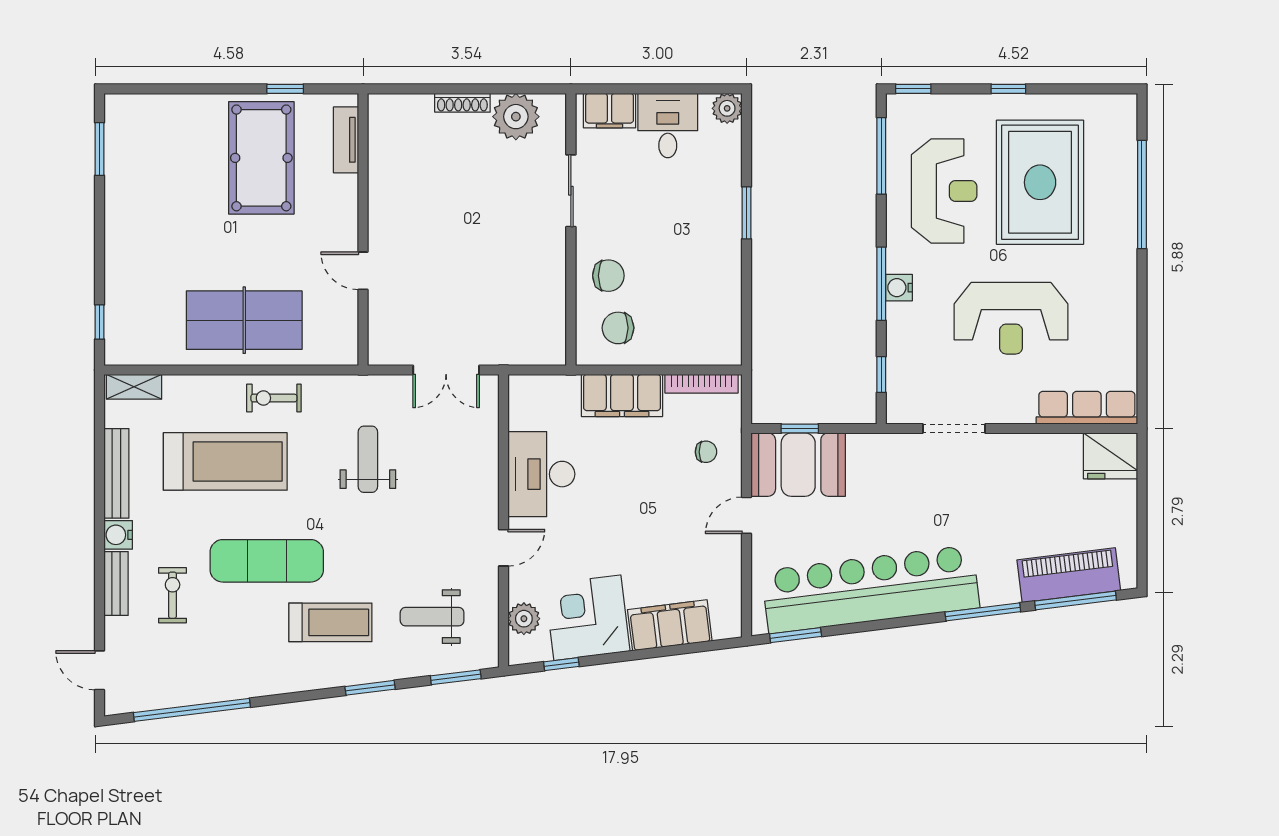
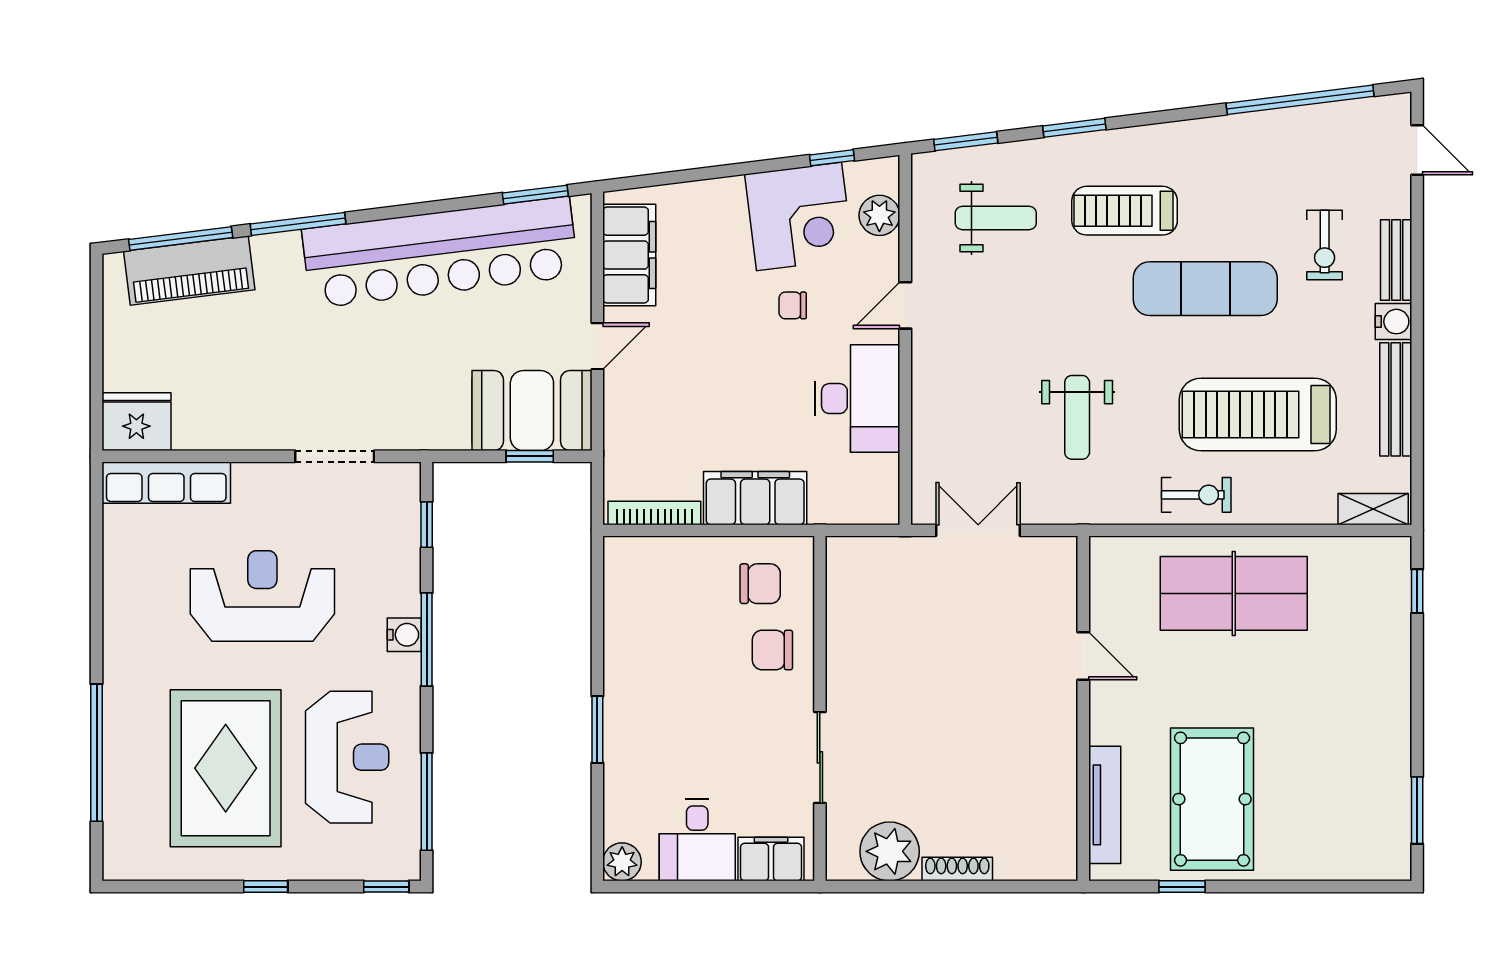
tv unit: (346, 140) -> (1105, 805), width x1.41
reception desk: (944, 191) -> (347, 757), turned 180
chair: (706, 452) -> (793, 305), moved
filing cabinet: (670, 625) -> (629, 255), moved, turned -83

